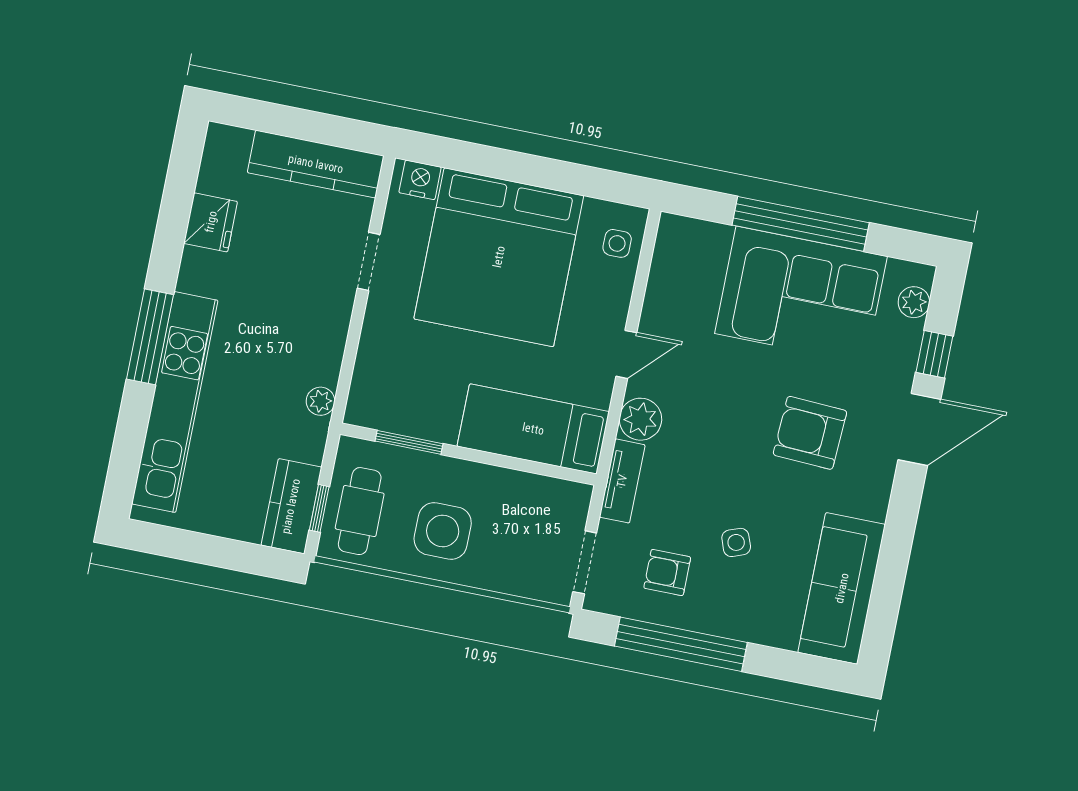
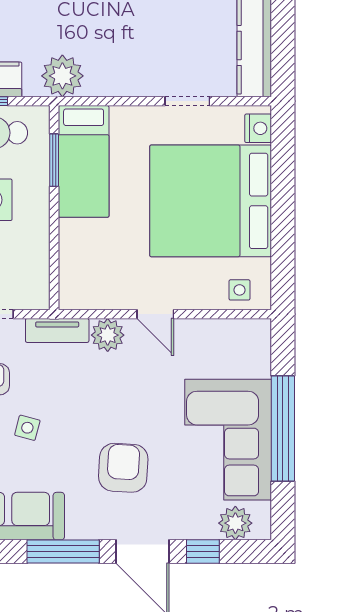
plant: (914, 302) -> (235, 523), width x1.38, depth x1.38
plant: (321, 401) -> (62, 76), width x1.88, depth x1.88
bed: (533, 429) -> (84, 161), moved, turned 180
window: (899, 529) -> (63, 552), added
side table: (736, 542) -> (27, 428), turned 35

